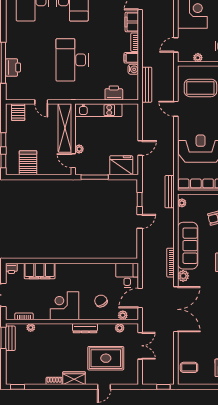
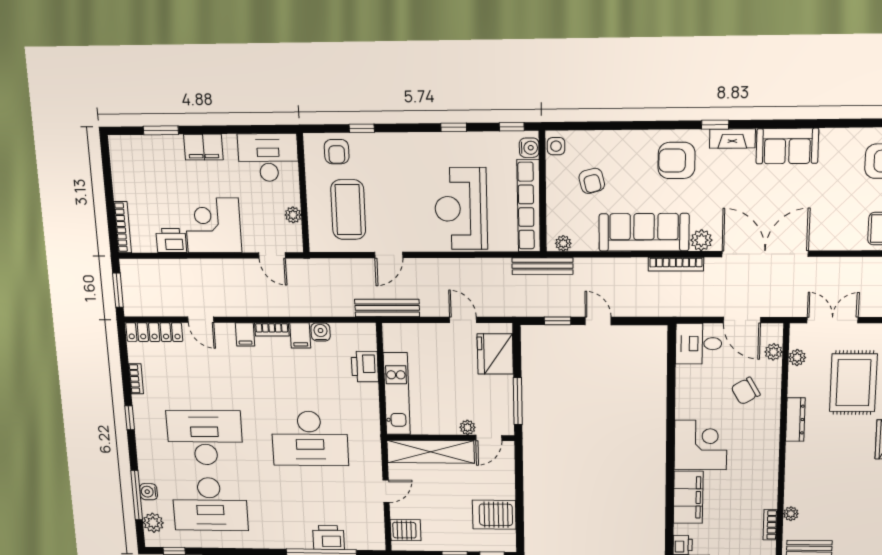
filing cabinet: (132, 22) -> (245, 334), width x0.50
bench: (147, 85) -> (387, 308), moved
corner desk: (65, 306) -> (701, 445), moved, turned 180

